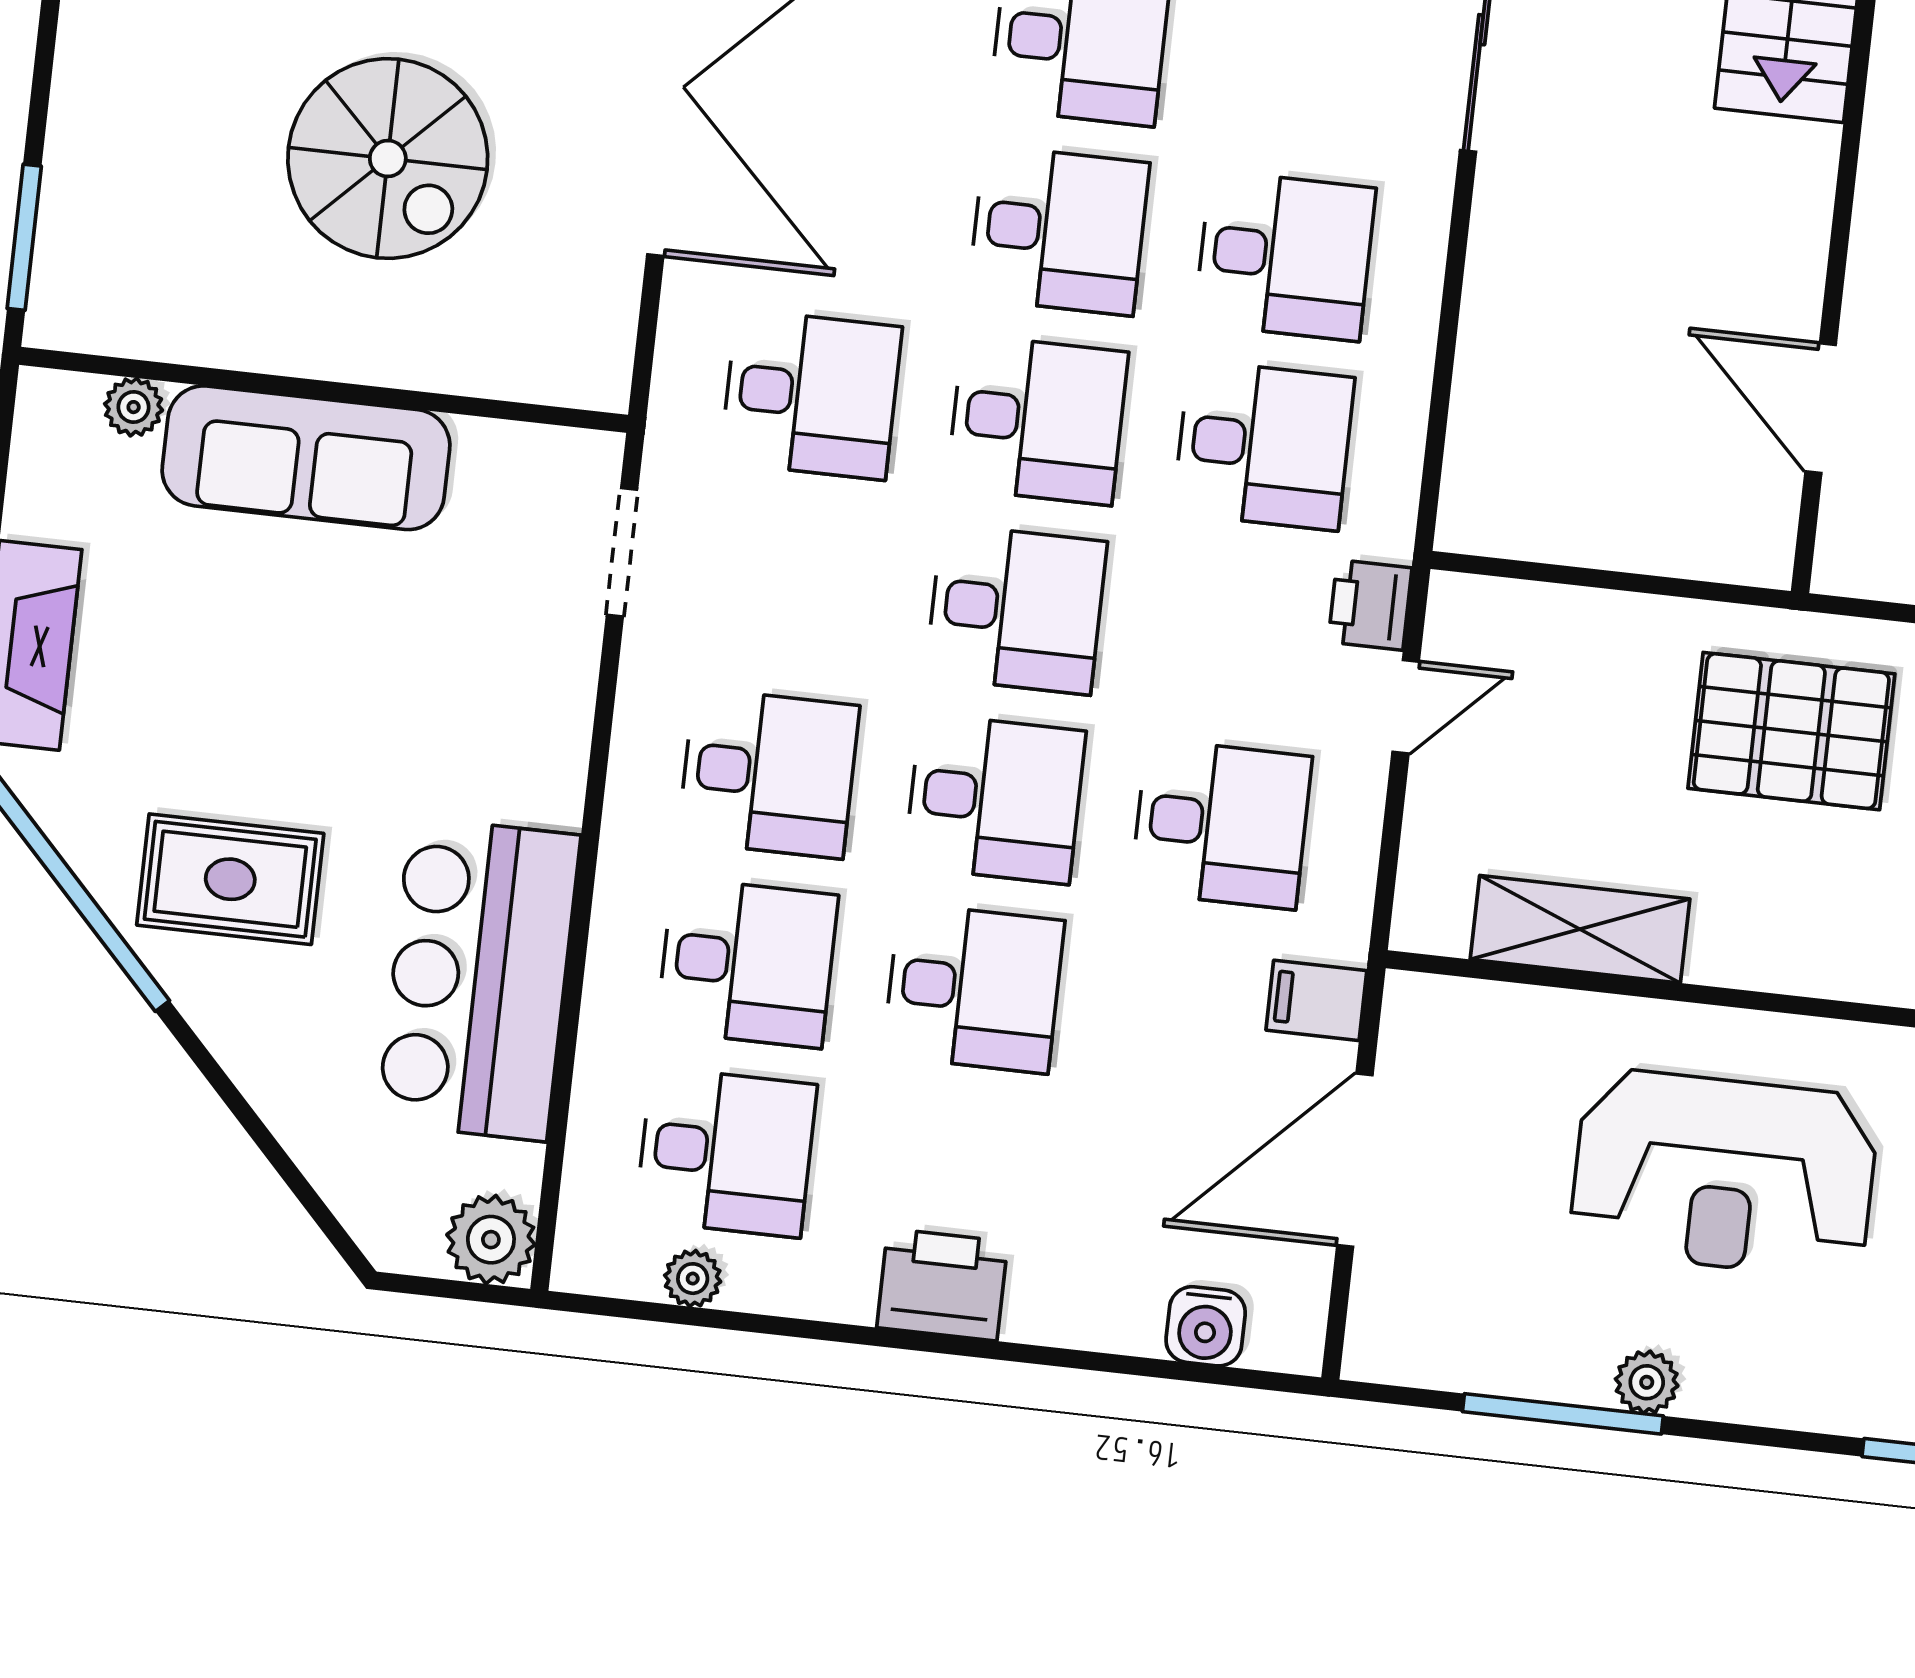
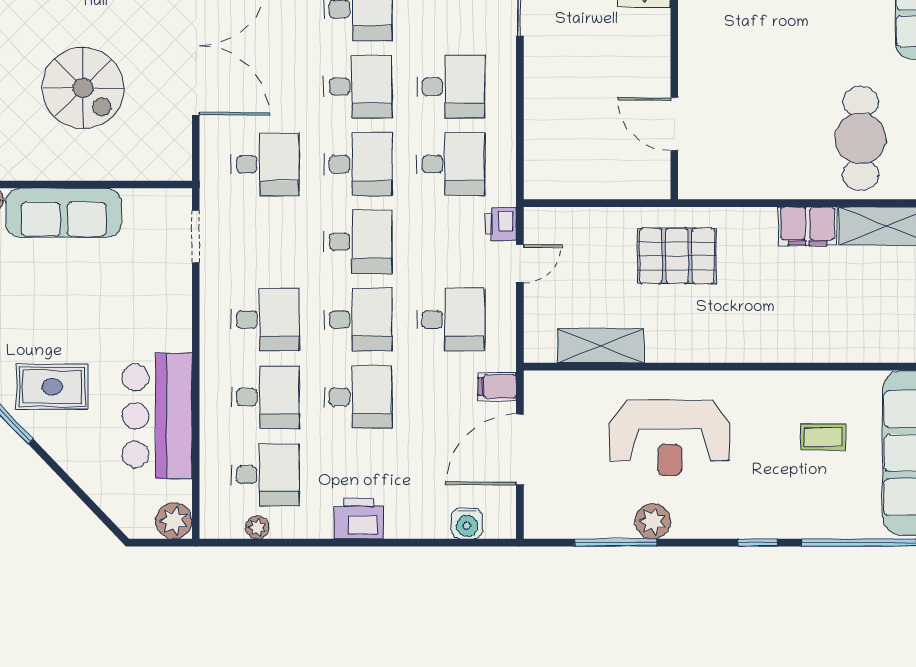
plant: (1647, 1382) -> (653, 521), width x1.38, depth x1.38

